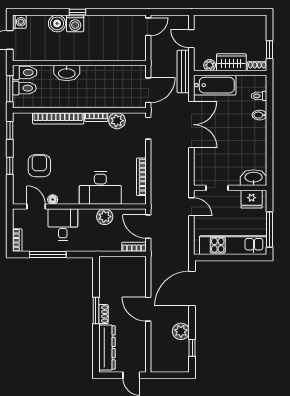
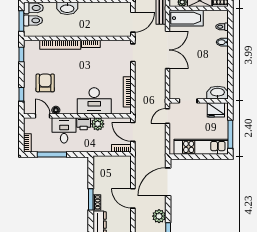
plant: (117, 121) -> (108, 47), removed
window: (10, 166) -> (21, 94), moved
door: (191, 207) -> (167, 116), swing flipped
printer: (87, 216) -> (84, 124), added

